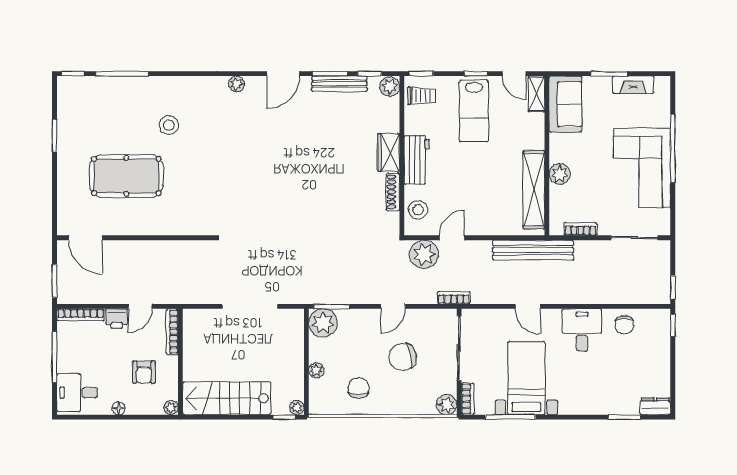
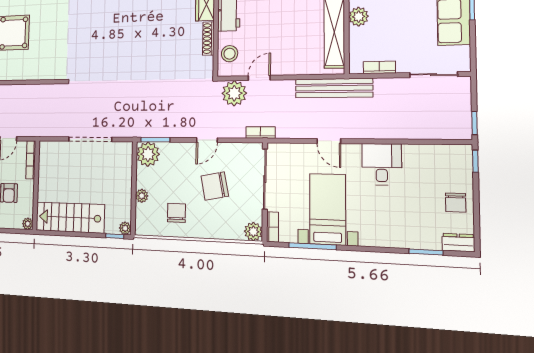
chair: (624, 325) -> (456, 203), moved

